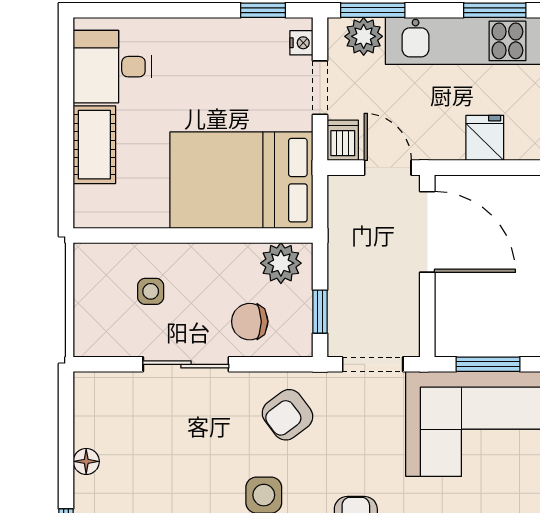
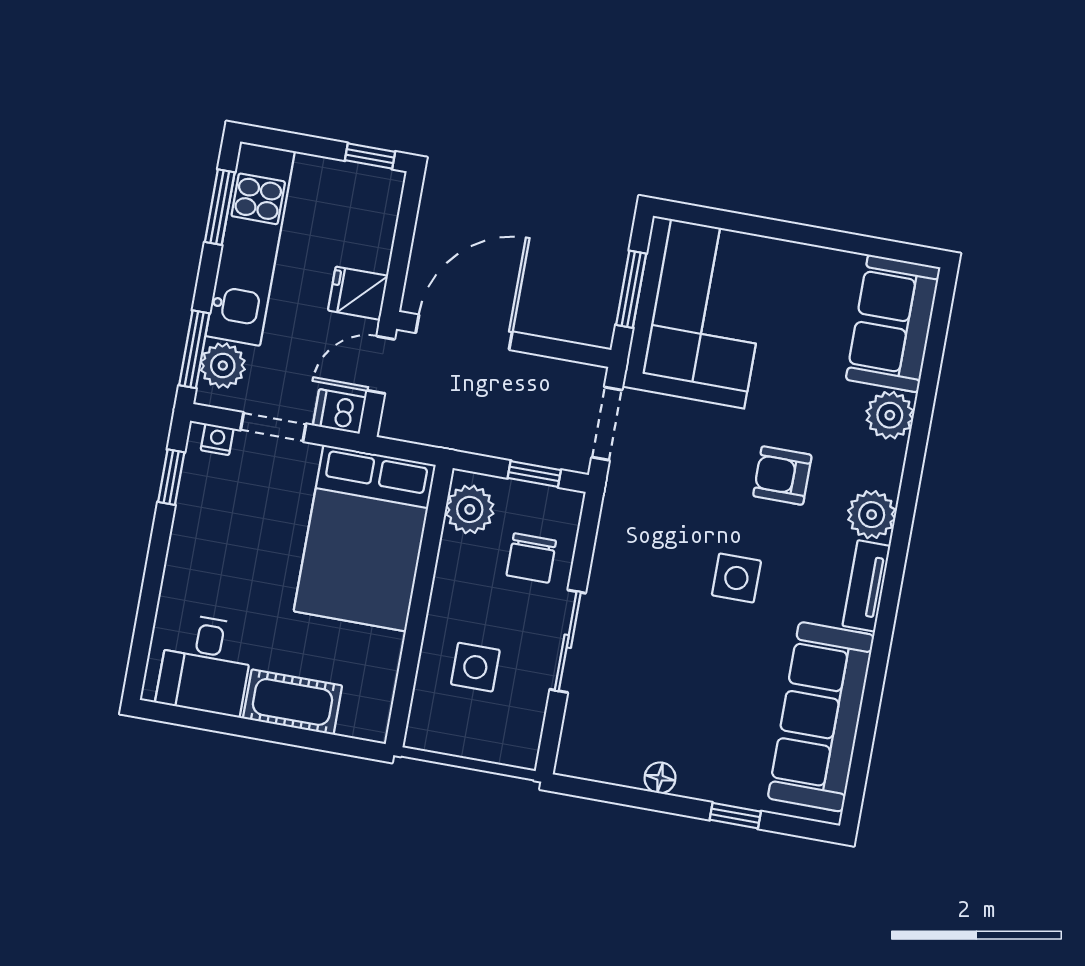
fridge: (485, 138) -> (358, 293), moved
side table: (151, 291) -> (475, 667), width x1.37, depth x1.37
armchair: (287, 415) -> (648, 533), removed

